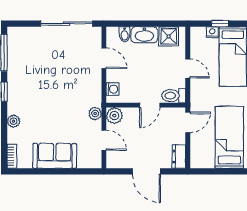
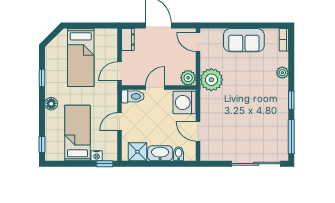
sliding door: (67, 24) -> (256, 164), moved
window: (220, 24) -> (105, 164), moved
door: (188, 69) -> (120, 122), hinge flipped
washing machine: (113, 89) -> (184, 103), width x1.89, depth x1.89
plant: (95, 114) -> (211, 80), width x1.88, depth x1.88
door: (104, 140) -> (198, 42), moved

